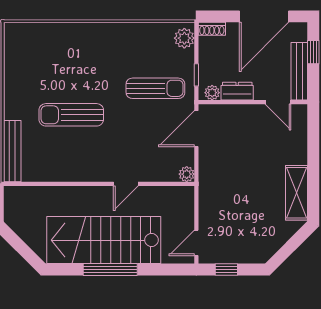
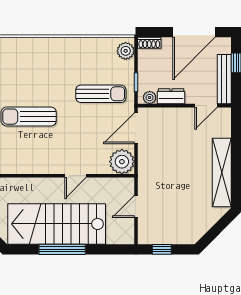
door: (278, 102) -> (206, 106), hinge flipped
plant: (187, 174) -> (122, 162), width x1.88, depth x1.88
shelving: (296, 193) -> (222, 173), width x1.47
door: (196, 243) -> (136, 206), moved

